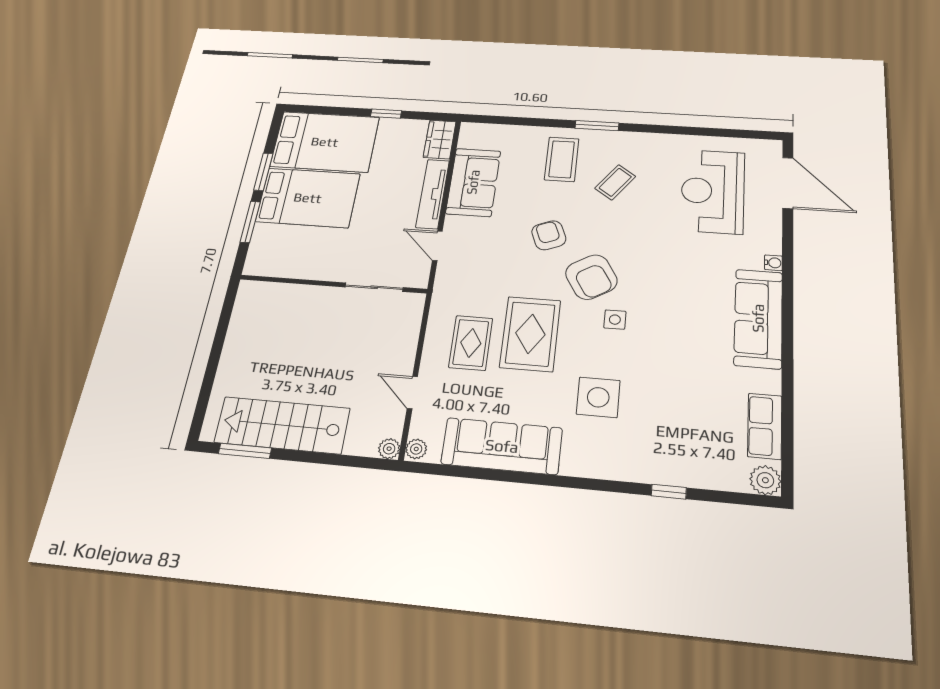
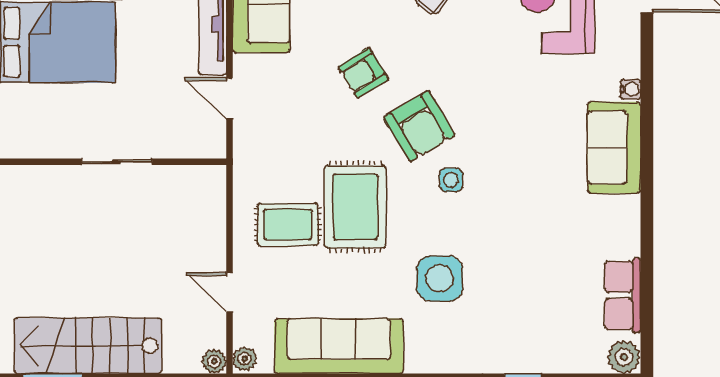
armchair: (549, 235) -> (363, 73), turned -100
sliding door: (374, 287) -> (117, 162), moved
sofa: (758, 318) -> (614, 148), width x0.73
rug: (471, 343) -> (288, 224), turned 90

